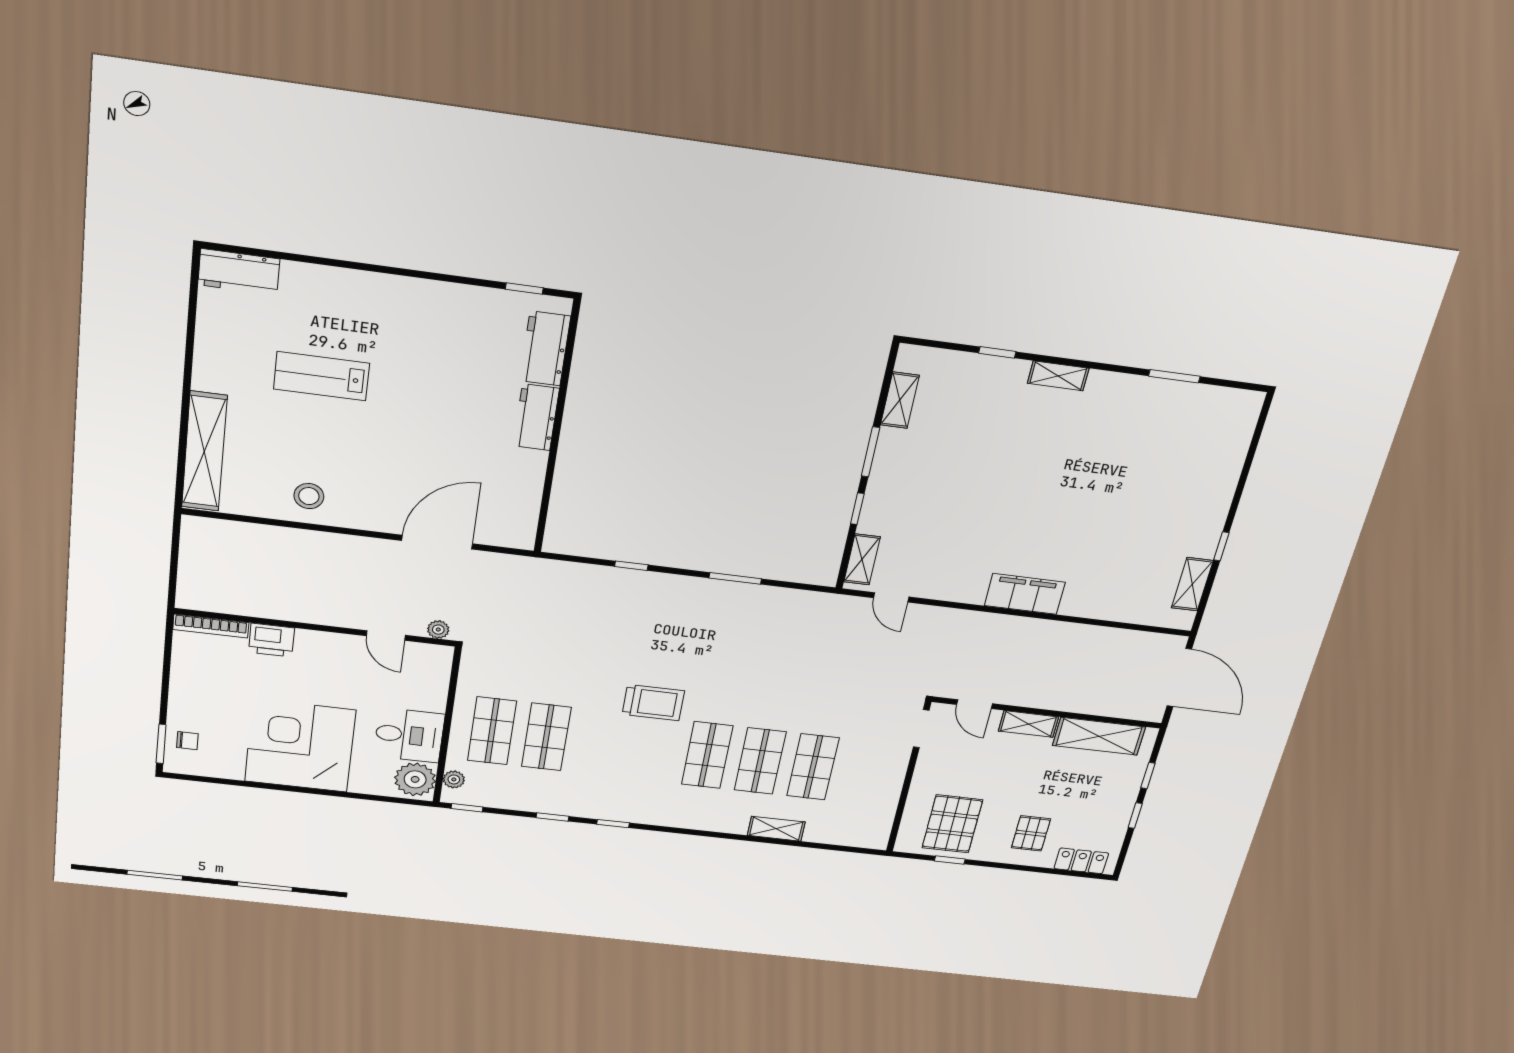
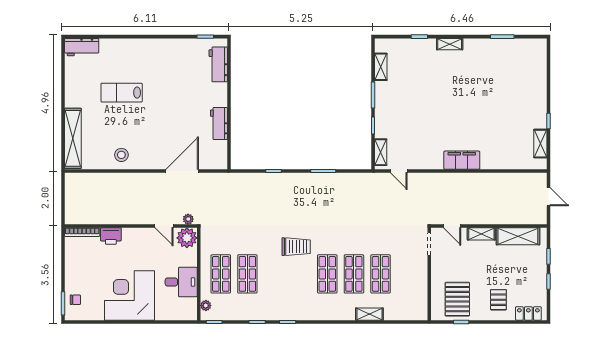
workbench: (536, 417) -> (219, 123), moved
door: (1179, 678) -> (549, 197), width x0.53
plant: (415, 779) -> (187, 238), moved

